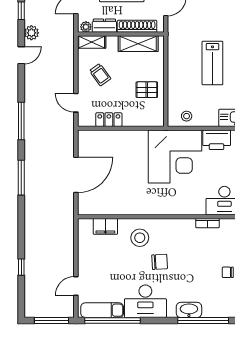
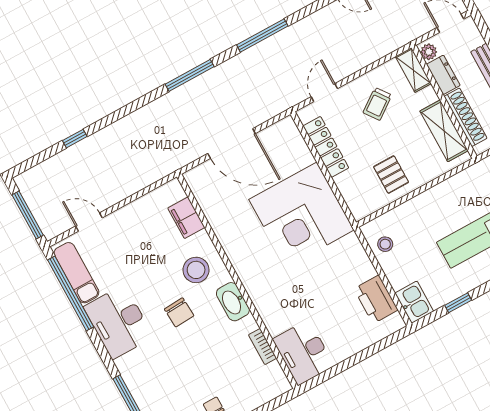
locker: (109, 120) -> (326, 147), width x1.53
corner desk: (175, 156) -> (301, 215), moved
washbasin: (189, 310) -> (233, 302), moved, turned 180

